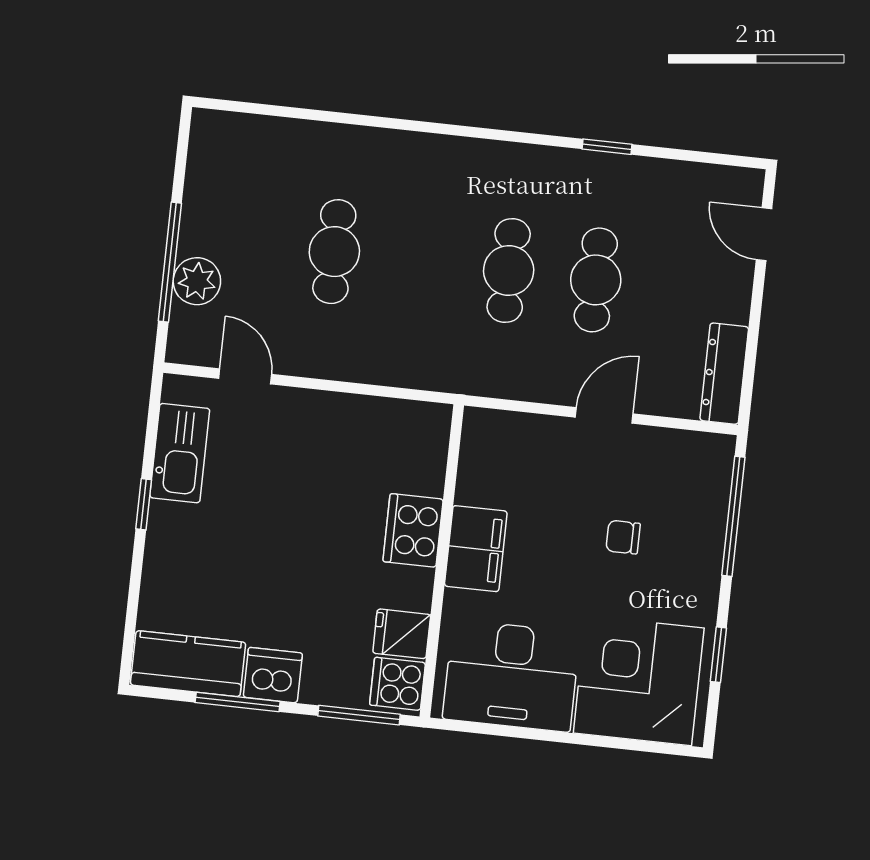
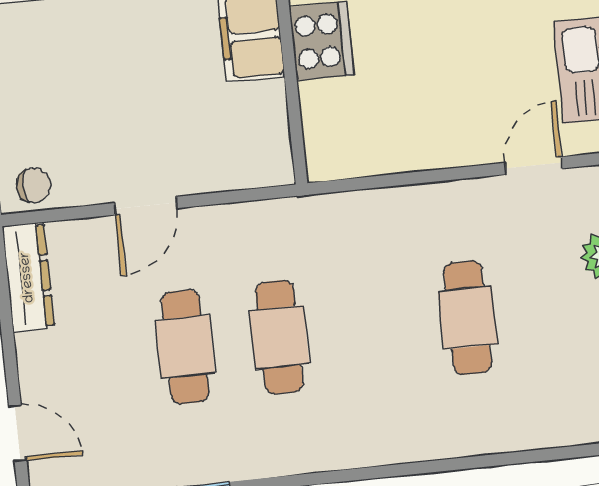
door: (245, 376) -> (534, 166), swing flipped
chair: (623, 537) -> (33, 185), moved

